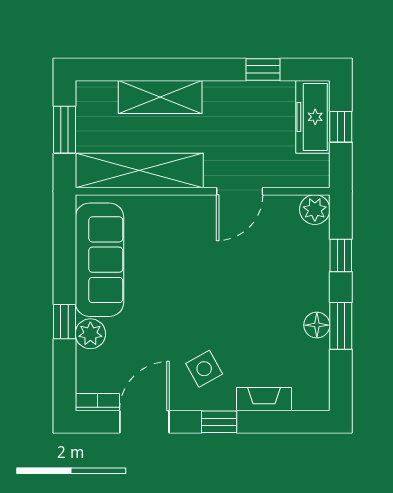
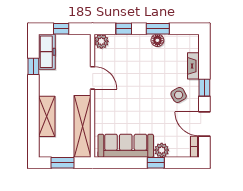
freezer: (313, 117) -> (47, 52), moved, turned -90

